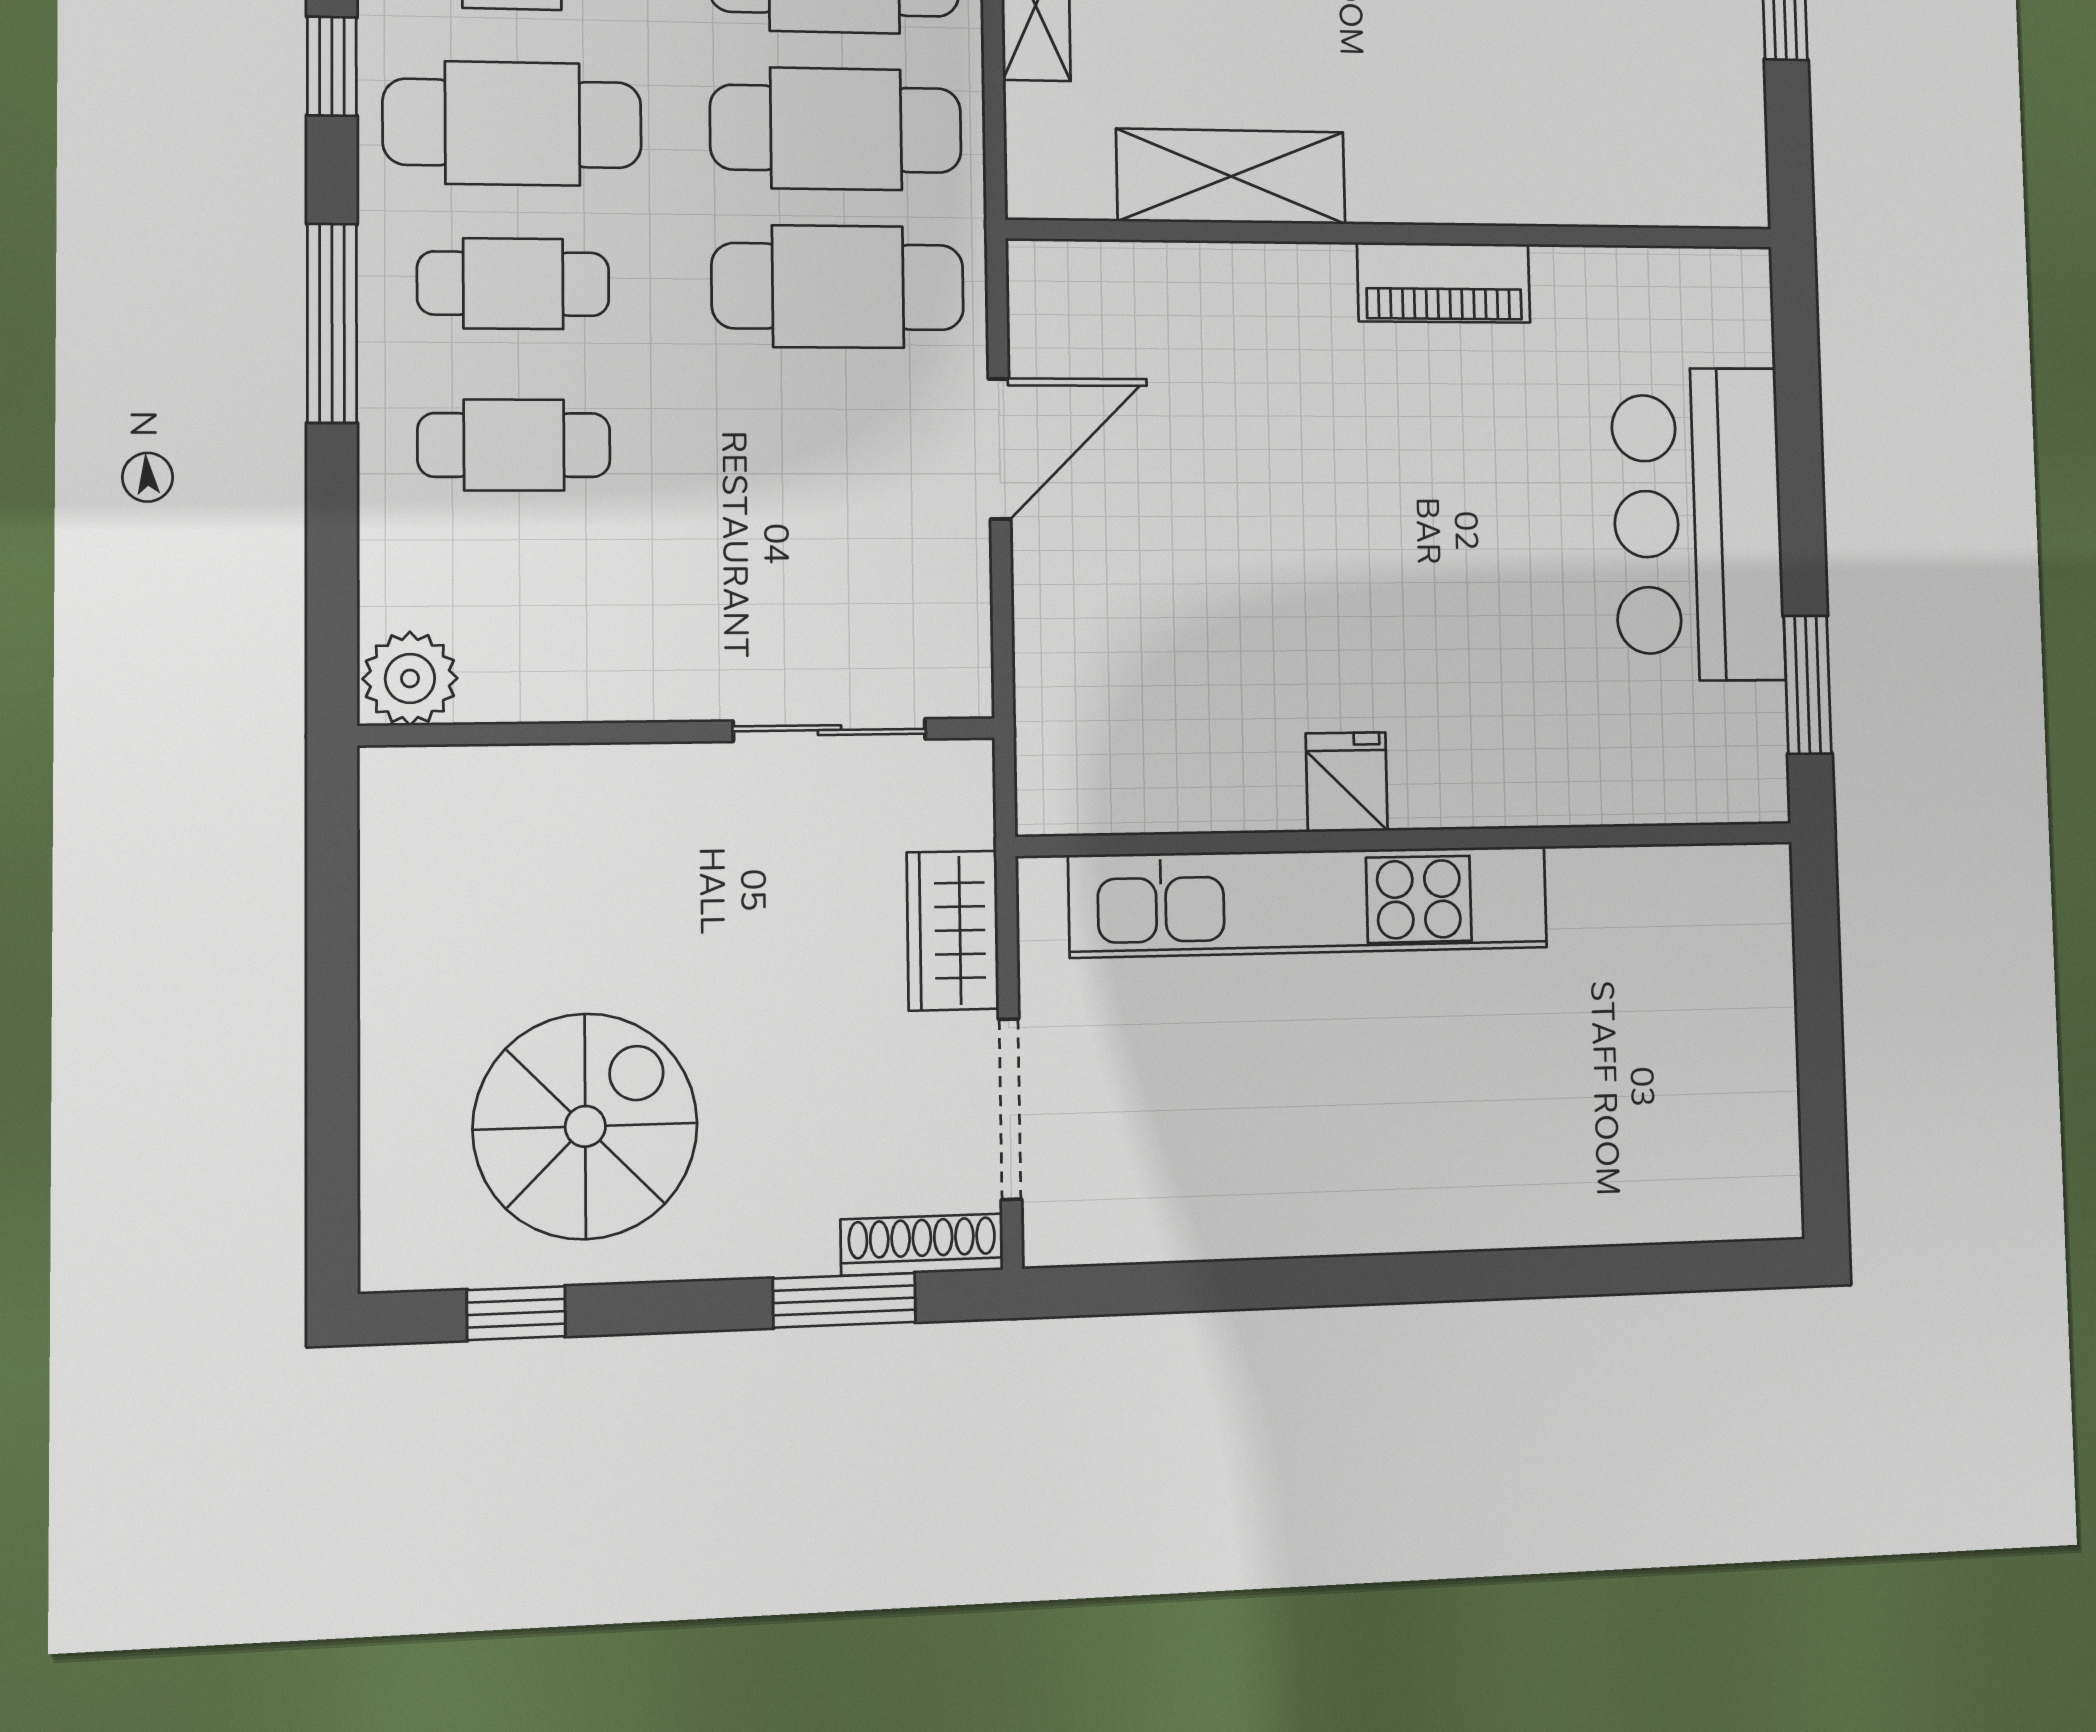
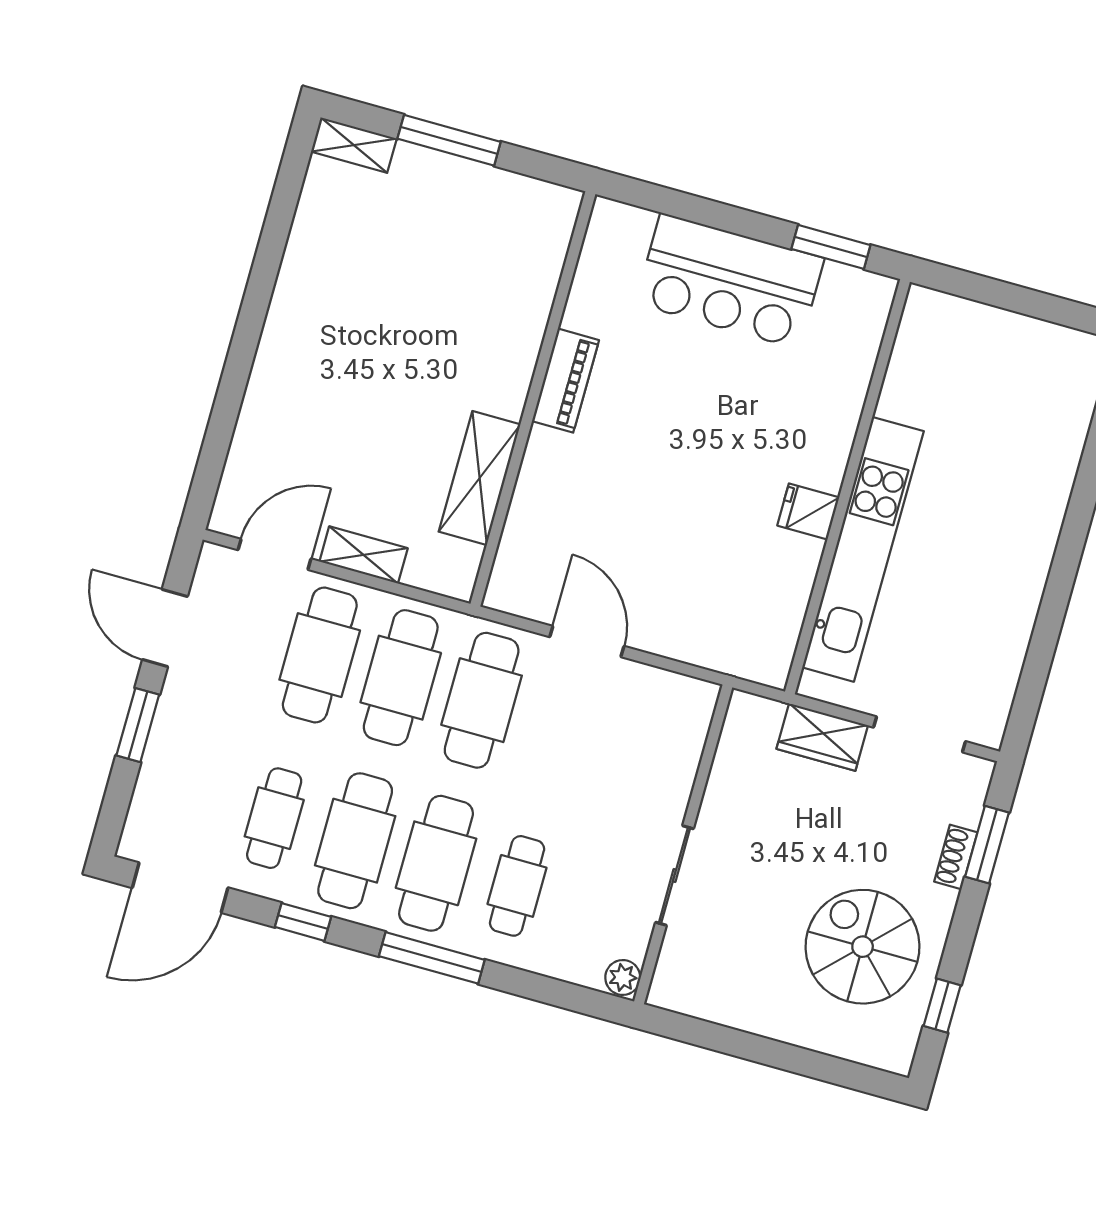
cafe table: (513, 284) -> (436, 863), width x1.37, depth x1.35
plant: (410, 678) -> (623, 977), width x0.73, depth x0.73
sliding door: (829, 730) -> (675, 875), moved
shoe rack: (922, 1245) -> (956, 857), moved, width x0.70

